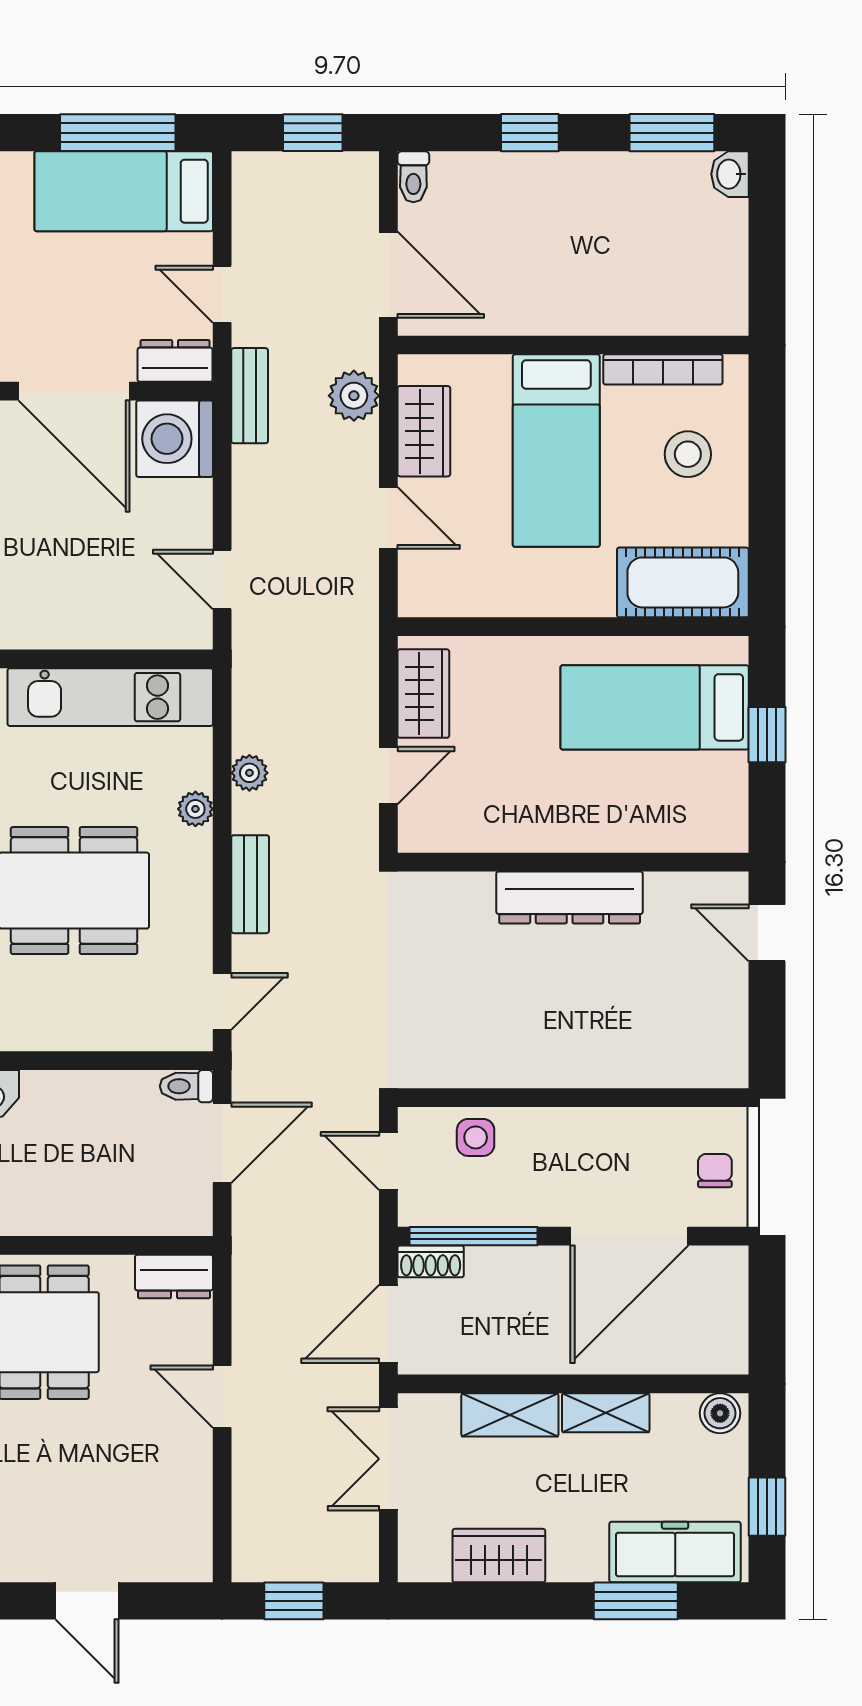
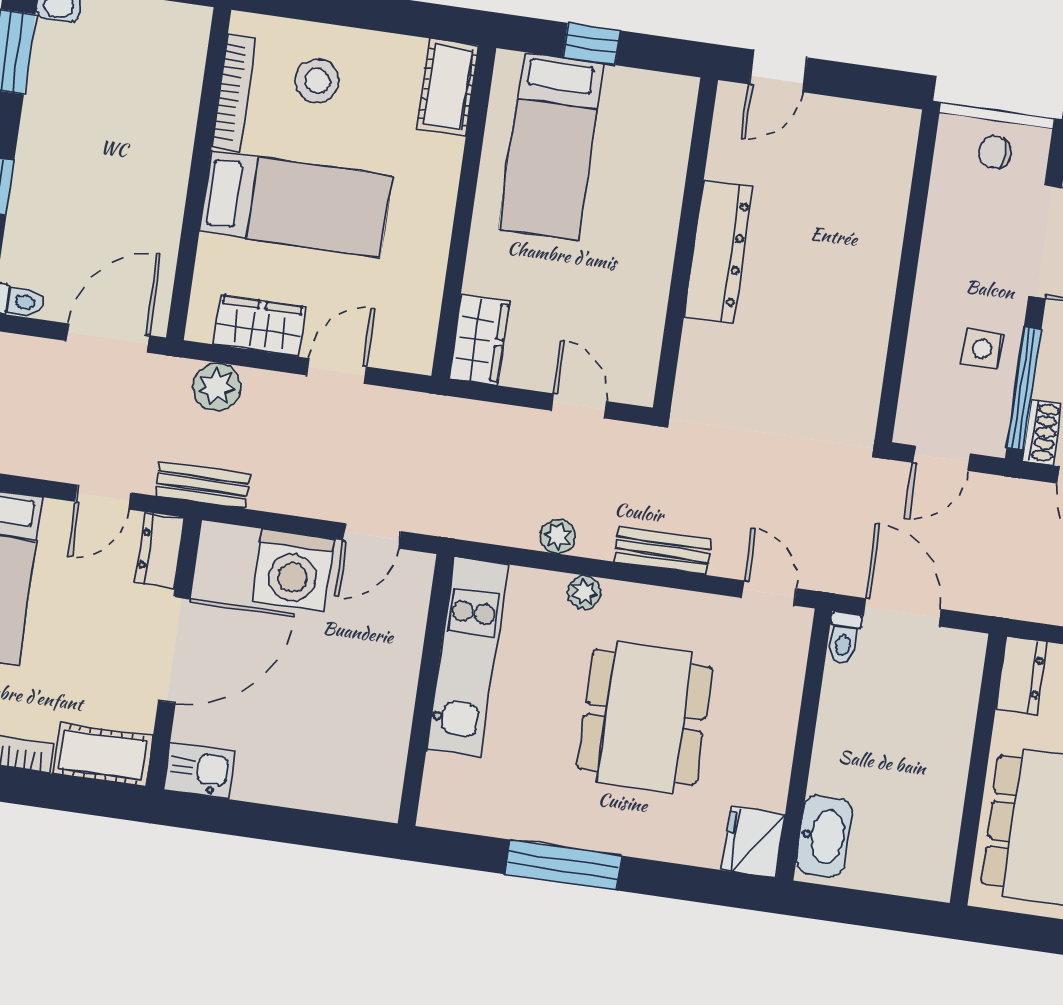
washing machine: (175, 439) -> (293, 570), moved
cot: (683, 582) -> (448, 87), width x0.73, depth x0.75
wardrobe: (423, 694) -> (479, 340), moved, turned 90
side table: (476, 1137) -> (982, 349), moved

